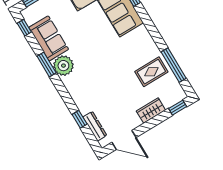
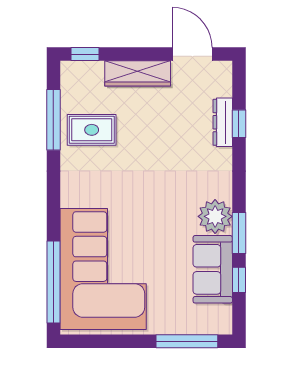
window: (24, 28) -> (239, 280), moved
wardrobe: (151, 111) -> (138, 73), width x1.50
dresser: (95, 126) -> (223, 122), moved

